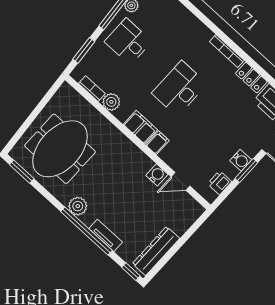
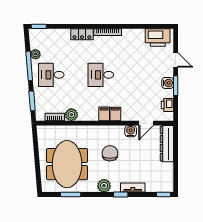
locker: (251, 78) -> (82, 34), moved
desk: (179, 88) -> (101, 75), width x0.73
filing cabinet: (140, 127) -> (104, 114), width x0.50
window: (22, 172) -> (71, 195), moved
chair: (115, 178) -> (110, 153), added
window: (86, 231) -> (121, 195), width x0.32
dresser: (156, 251) -> (167, 144), moved

